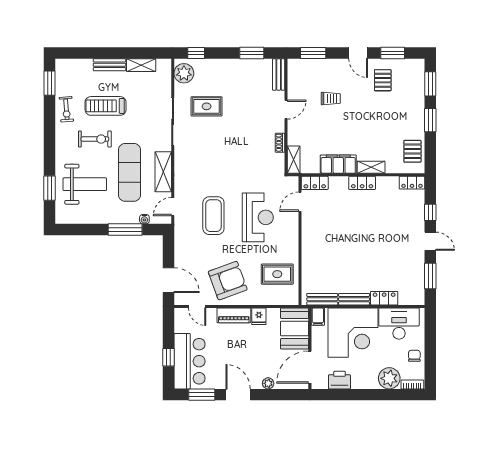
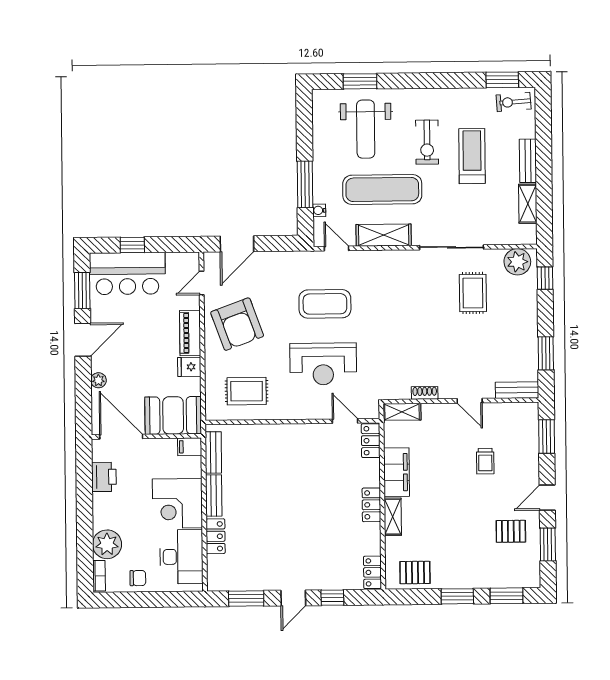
exercise bike: (66, 109) -> (514, 102), moved
rug: (277, 274) -> (247, 391), turned 90
corner desk: (353, 333) -> (177, 503), width x0.74, depth x0.74

